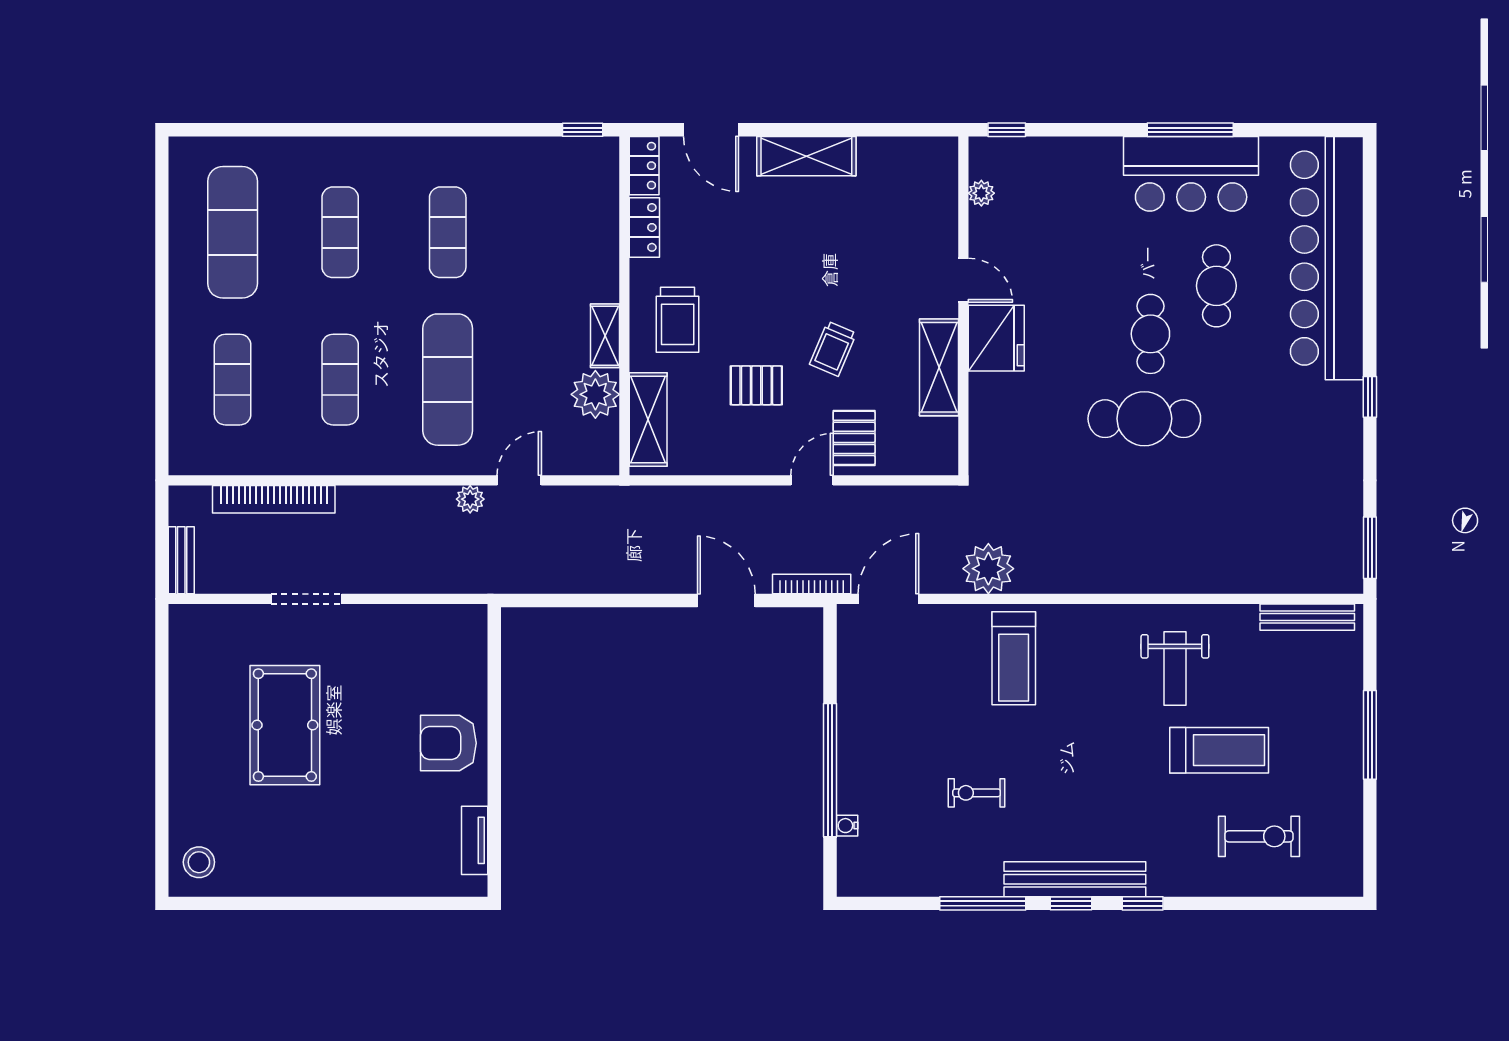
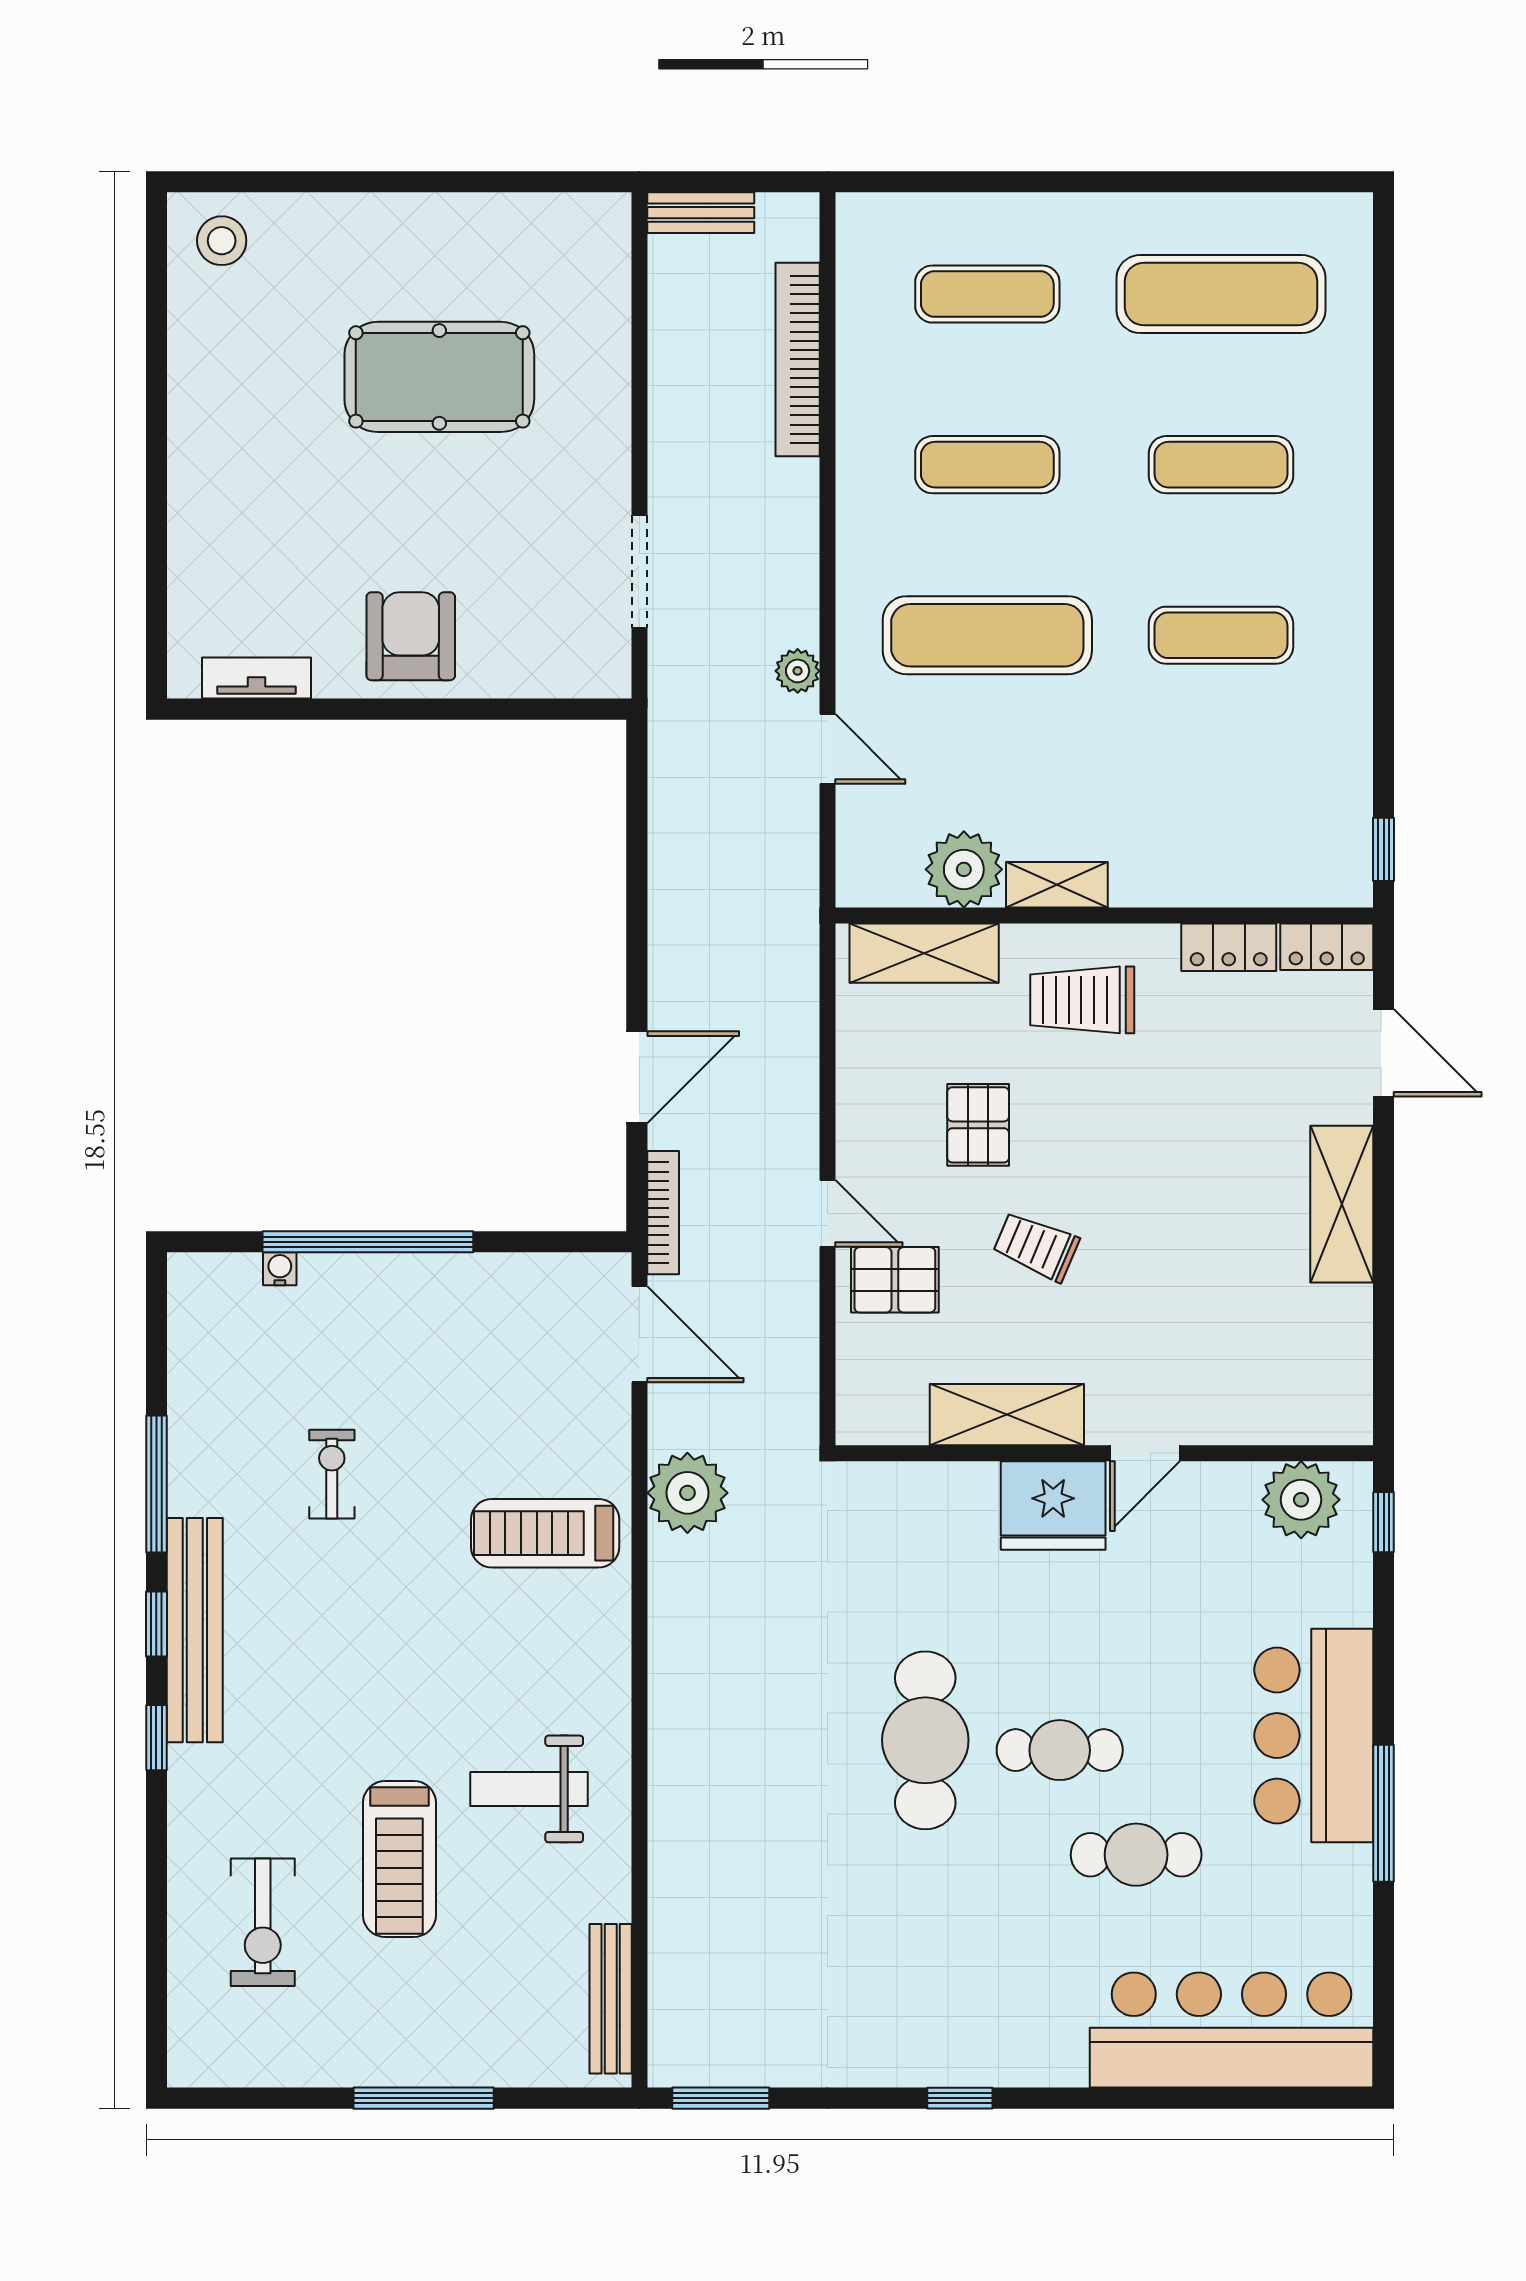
door: (711, 130) -> (1384, 1053), swing flipped
bar counter: (1191, 174) -> (1314, 1736), moved
plant: (981, 193) -> (1301, 1500), width x1.88, depth x1.88
bar counter: (1327, 258) -> (1231, 2030), width x0.73
doorway: (306, 599) -> (639, 572), moved

